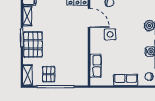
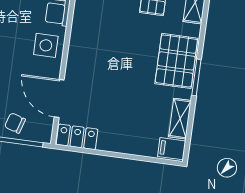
side table: (110, 34) -> (46, 45), moved

